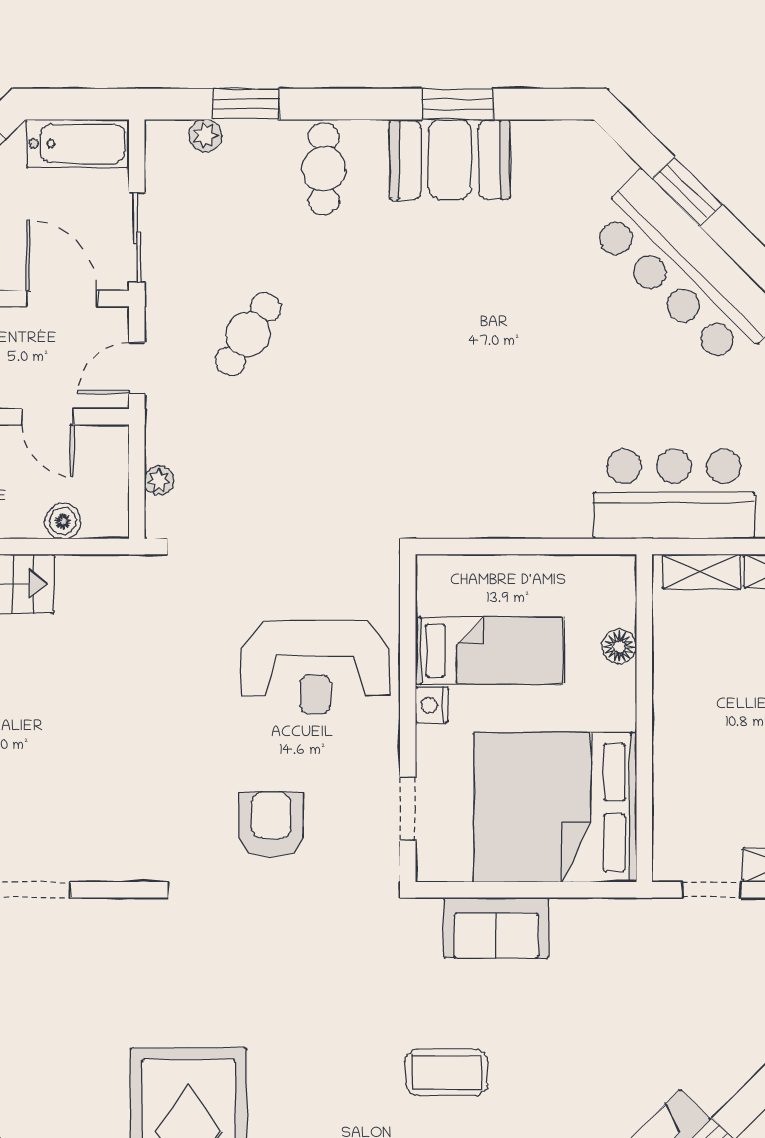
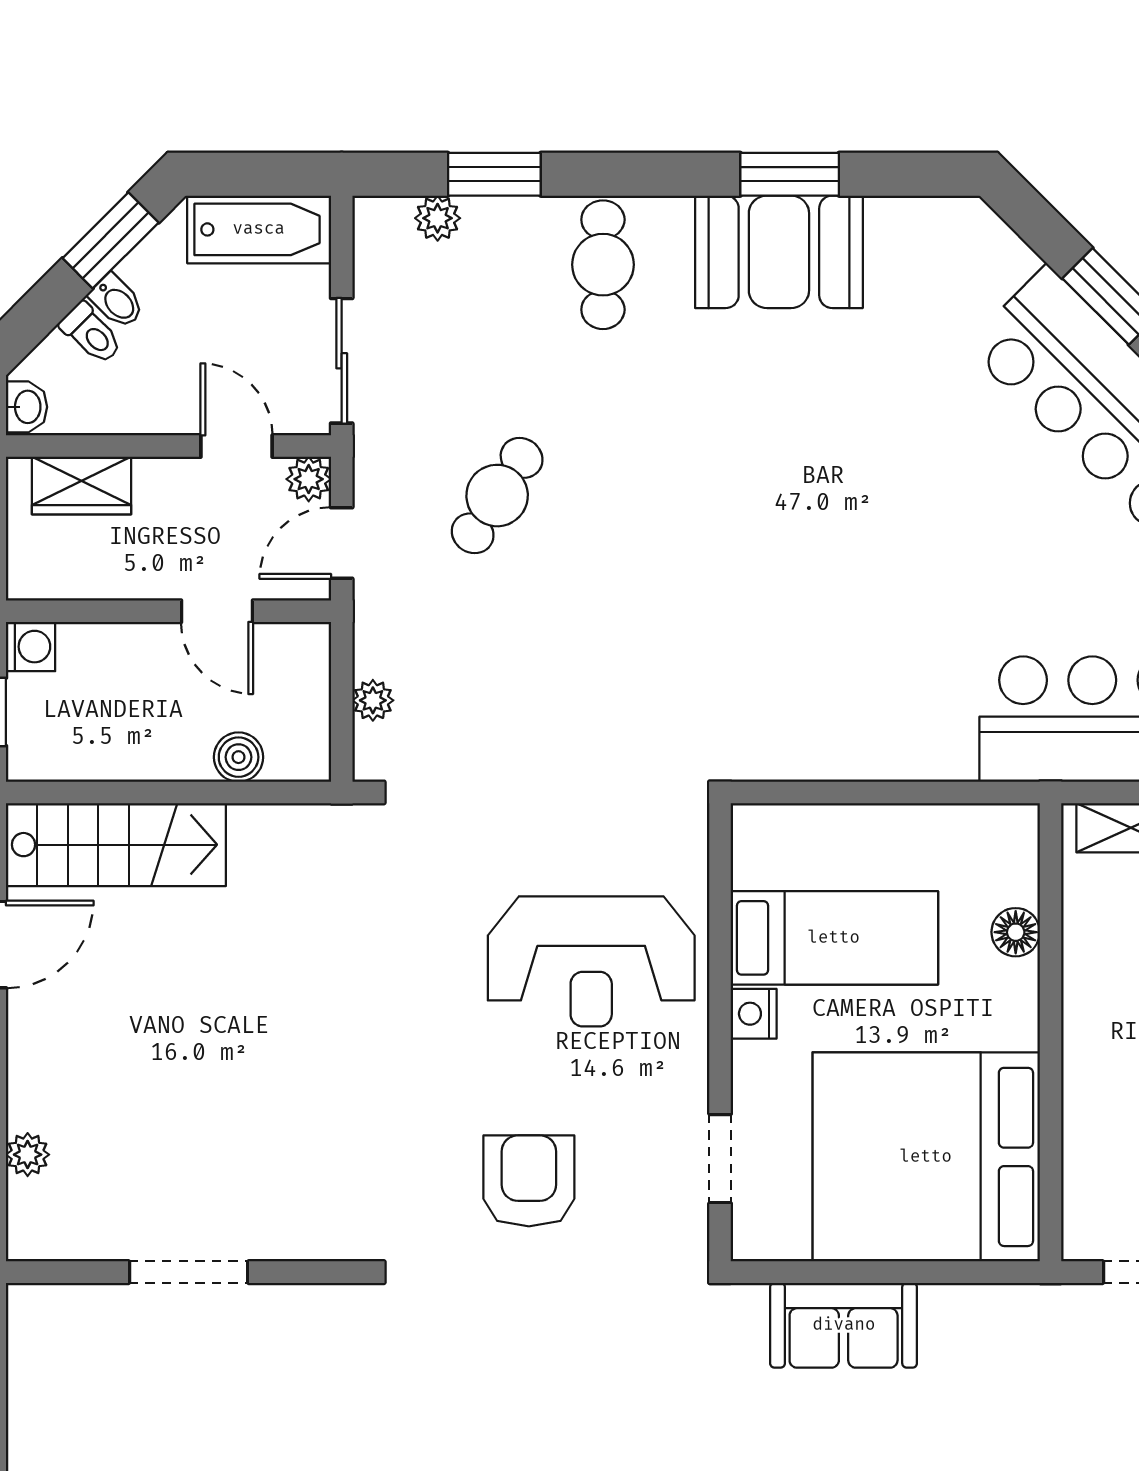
door: (62, 299) -> (237, 446), width x0.73
plant: (113, 322) -> (309, 479), added

